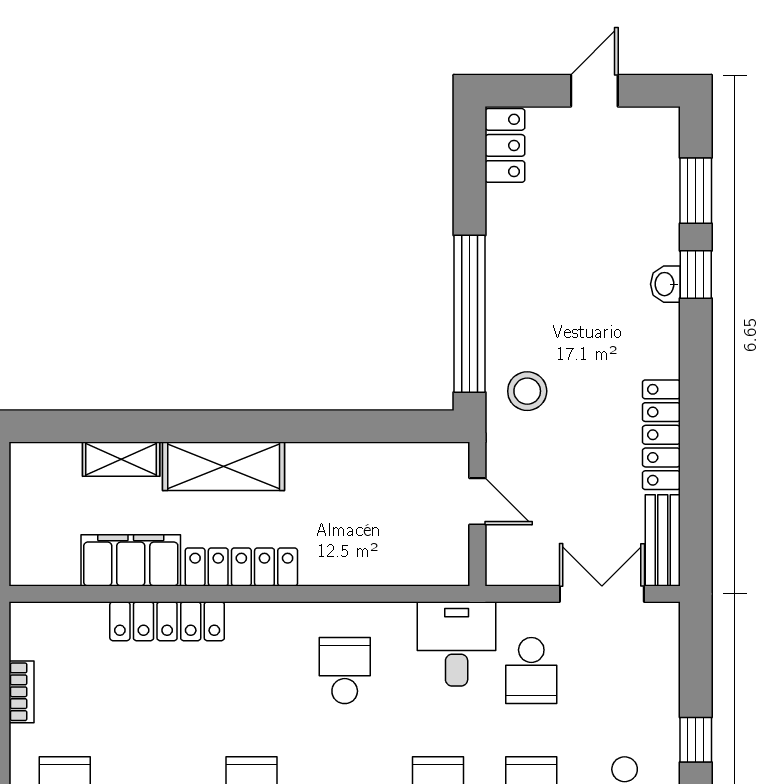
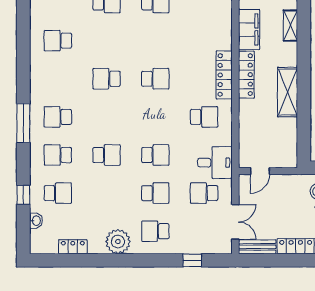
shelving: (224, 466) -> (288, 92), moved
door: (477, 501) -> (260, 171), moved
locker: (167, 621) -> (224, 75), moved
window: (696, 740) -> (192, 260), moved

